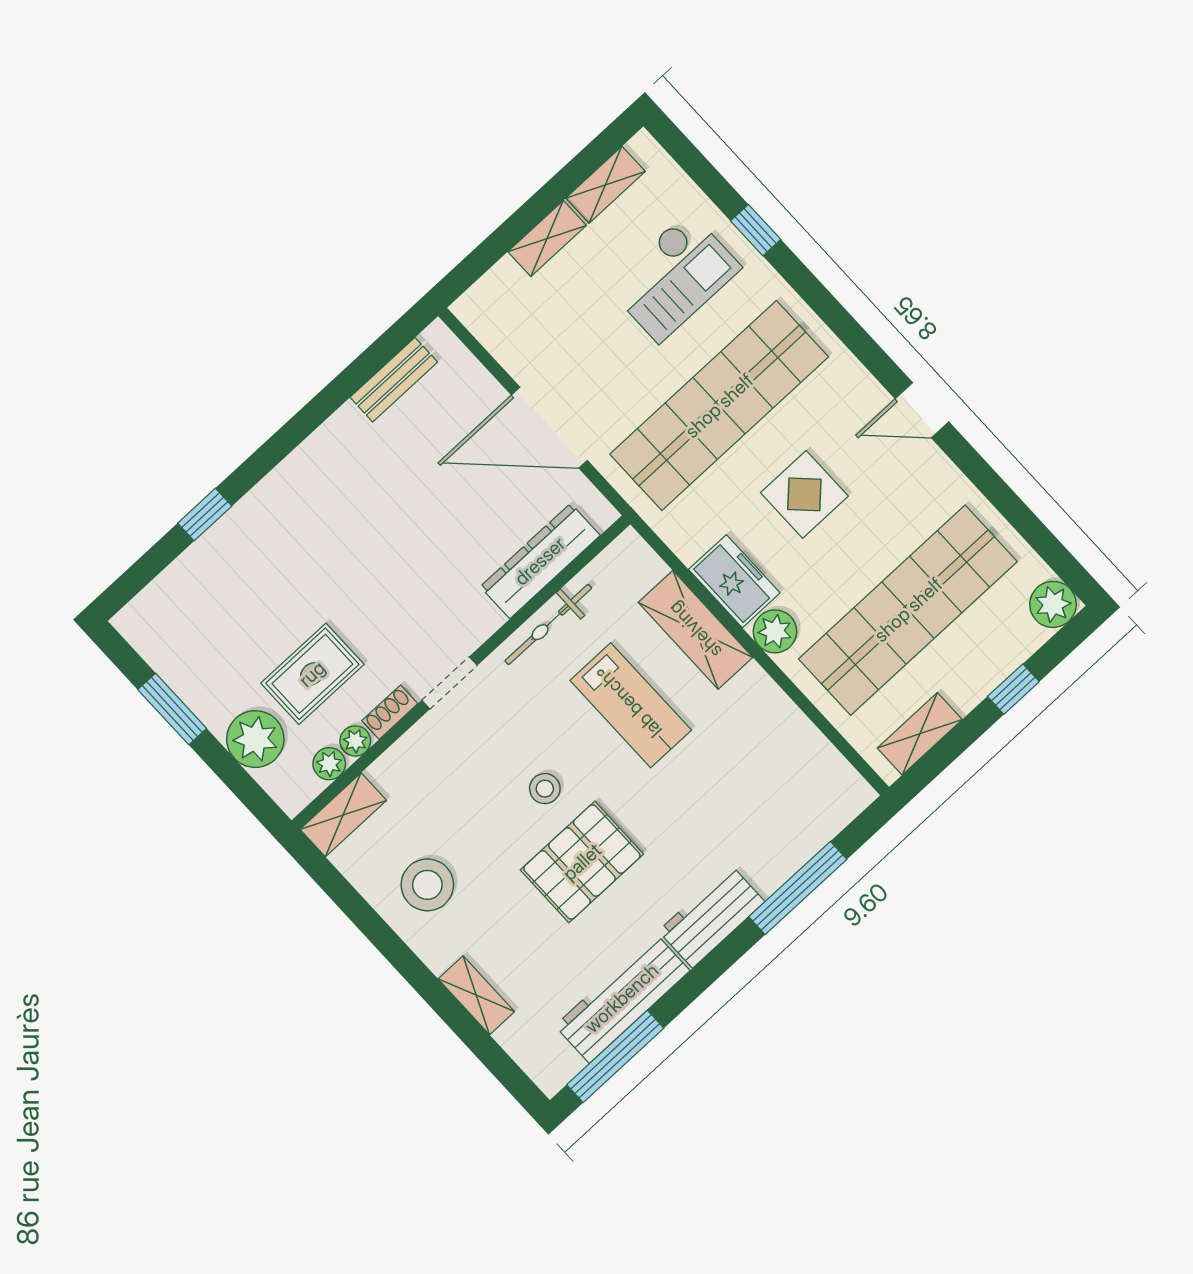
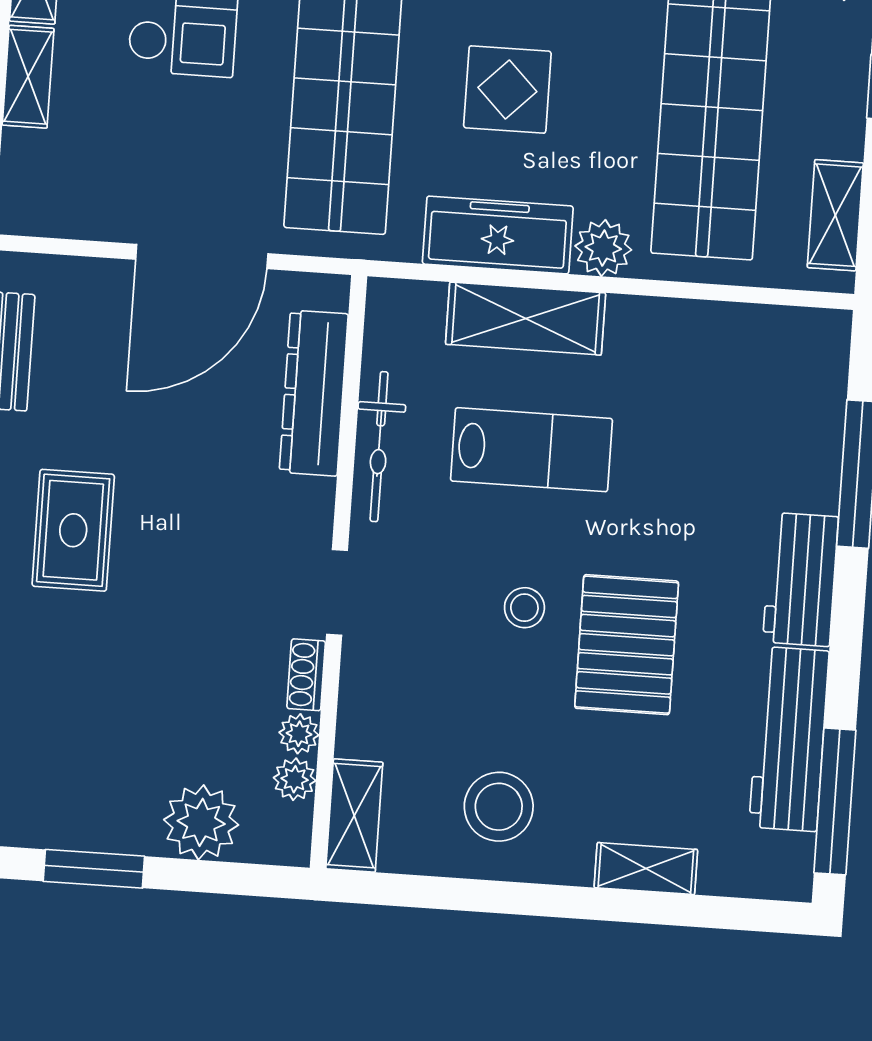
freezer: (734, 581) -> (498, 235), width x1.40
rug: (312, 674) -> (73, 530), moved

